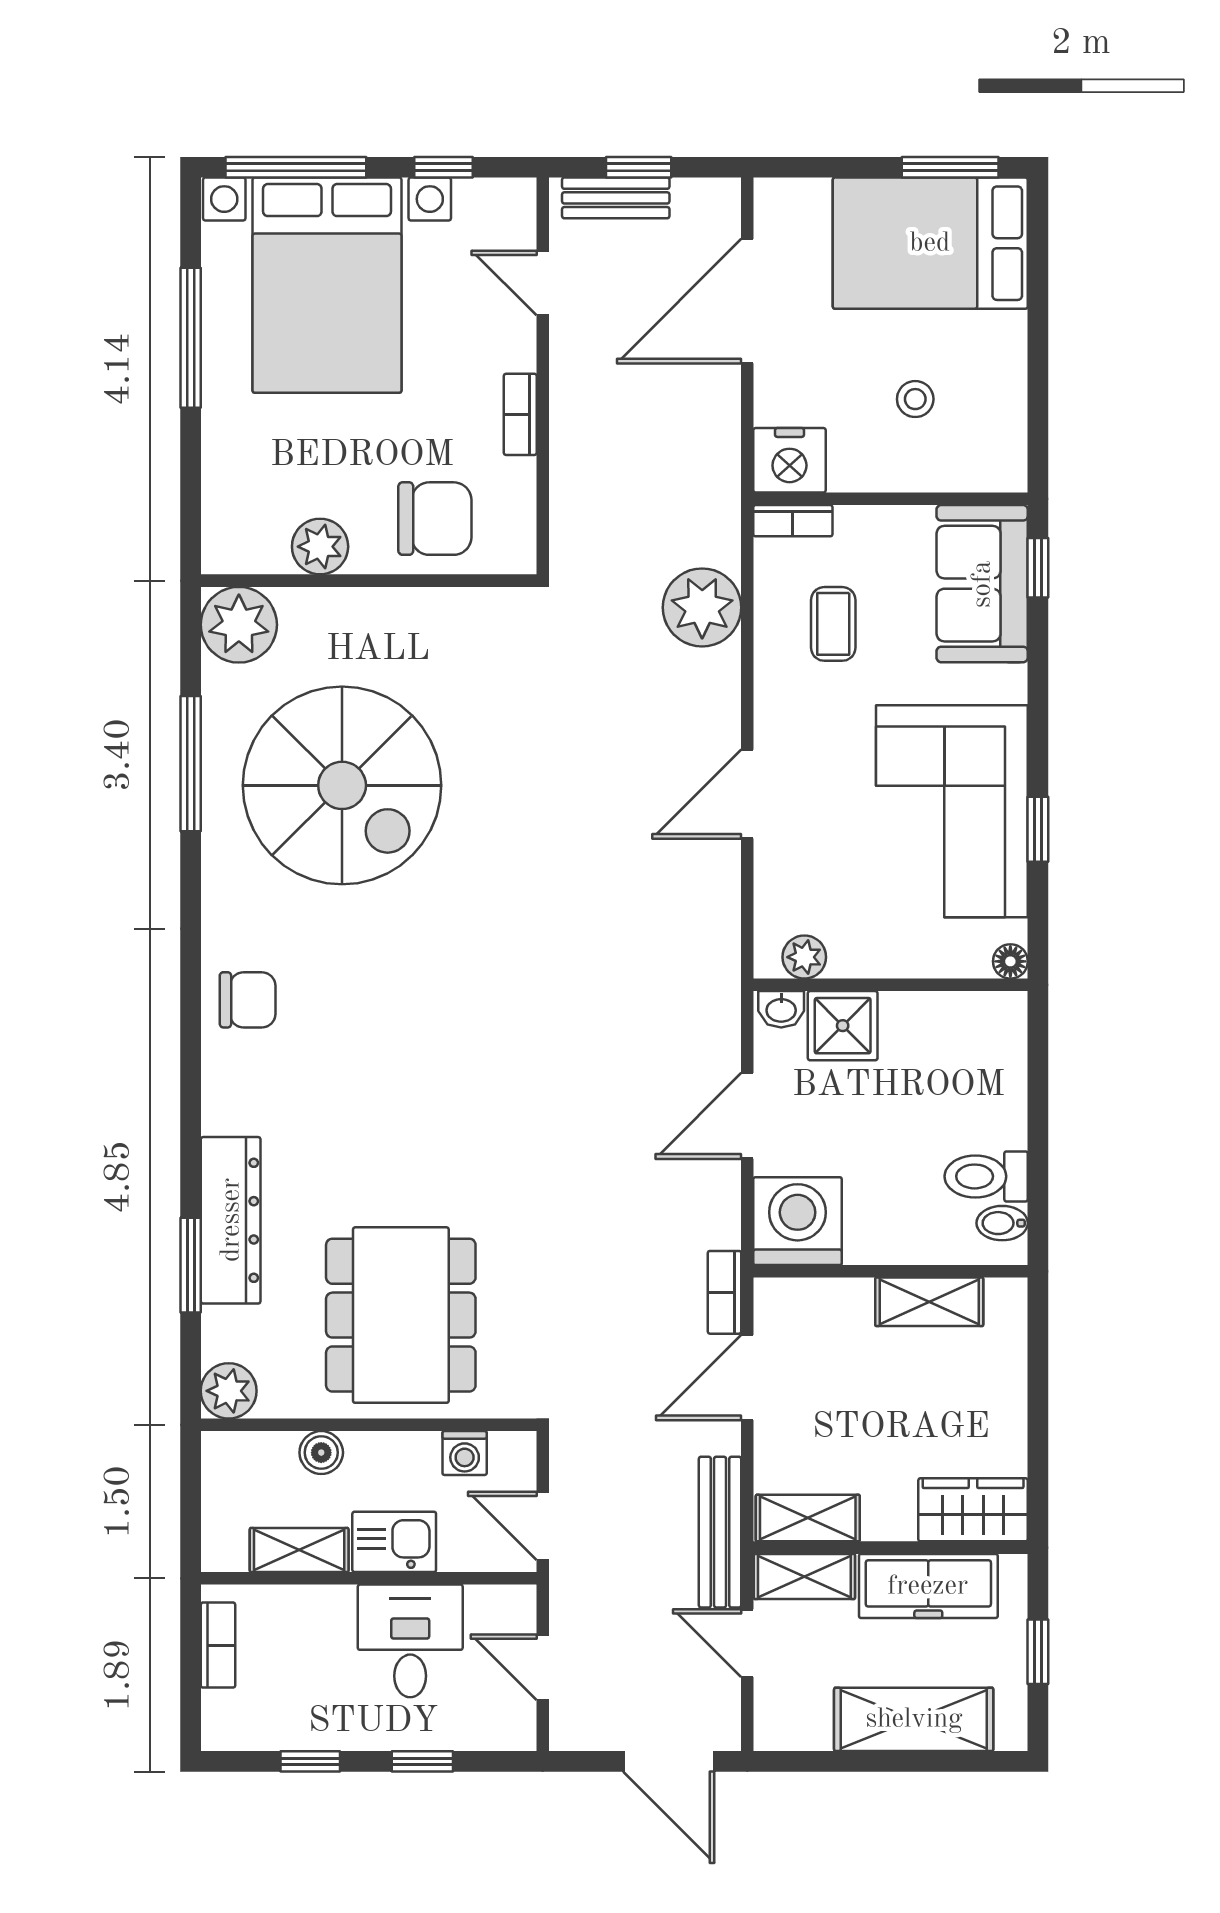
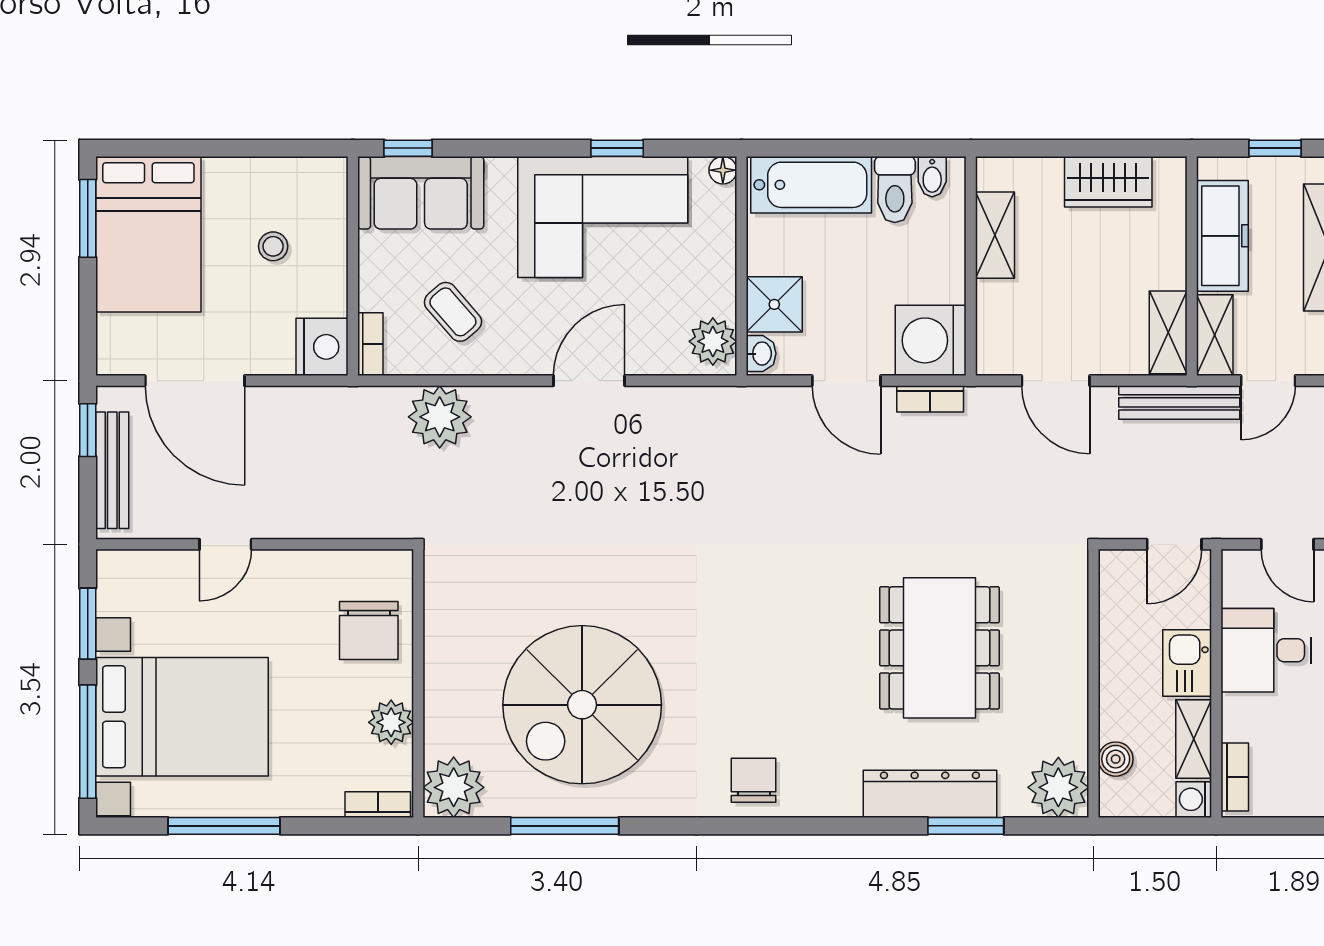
window: (443, 167) -> (88, 624), width x1.50
window: (639, 167) -> (88, 430), moved
bench: (616, 198) -> (112, 470), width x1.36
door: (543, 283) -> (225, 544), moved
bookcase: (520, 414) -> (378, 805), moved, turned 180
chair: (435, 519) -> (369, 630), turned 180
coffee table: (833, 624) -> (453, 312), turned 49
spiral stairs: (342, 785) -> (582, 705), turned 180
door: (747, 794) -> (589, 381), swing flipped
plant: (804, 957) -> (713, 341), width x1.38, depth x1.38
bathtub: (992, 1072) -> (811, 185), added
bookcase: (725, 1292) -> (930, 399), moved
dining table: (401, 1315) -> (939, 648), moved, turned 90
plant: (229, 1391) -> (1058, 787), width x1.36, depth x1.36
boiler: (321, 1453) -> (1116, 759), moved
washing machine: (465, 1453) -> (1194, 799), moved, turned 180
wardrobe: (973, 1510) -> (1108, 182), moved, turned -90
bookcase: (218, 1645) -> (1235, 777), moved, turned 90
door: (543, 1667) -> (1287, 544), hinge flipped

